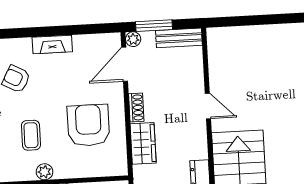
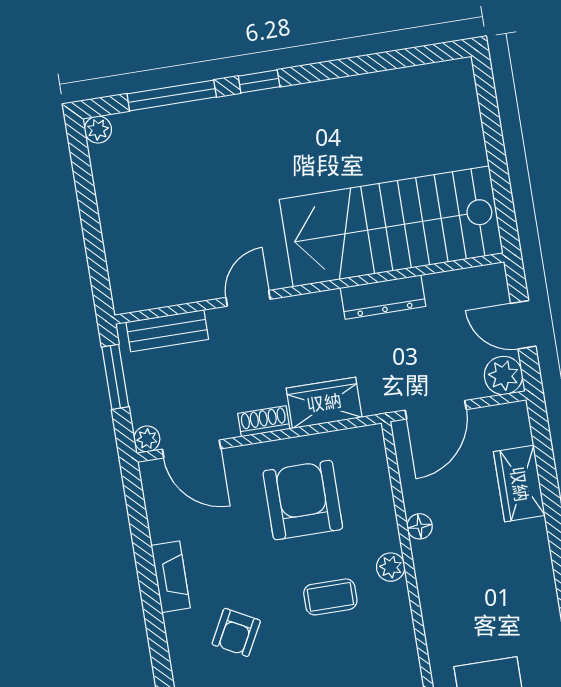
window: (154, 26) -> (115, 377), moved
bench: (179, 38) -> (167, 331), moved, turned 90
armchair: (88, 125) -> (303, 500), turned 90

